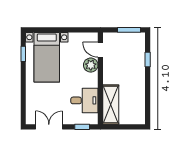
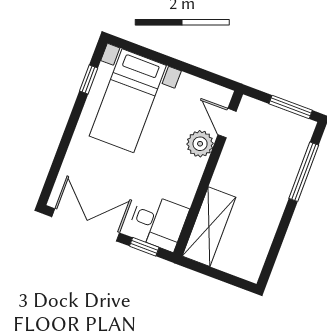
window: (148, 60) -> (304, 172), width x2.17
desk: (84, 100) -> (158, 222), moved
double door: (49, 127) -> (86, 225), width x1.37

